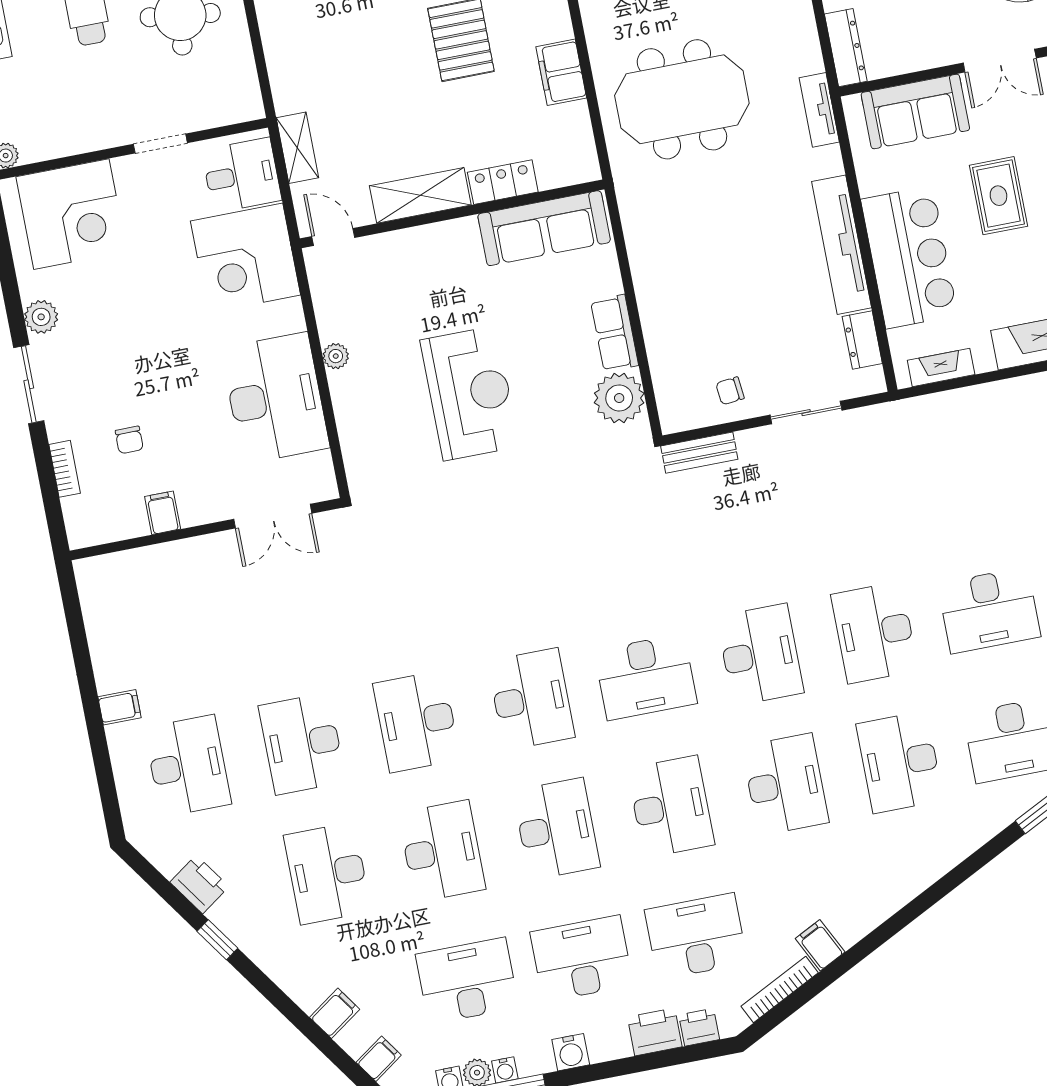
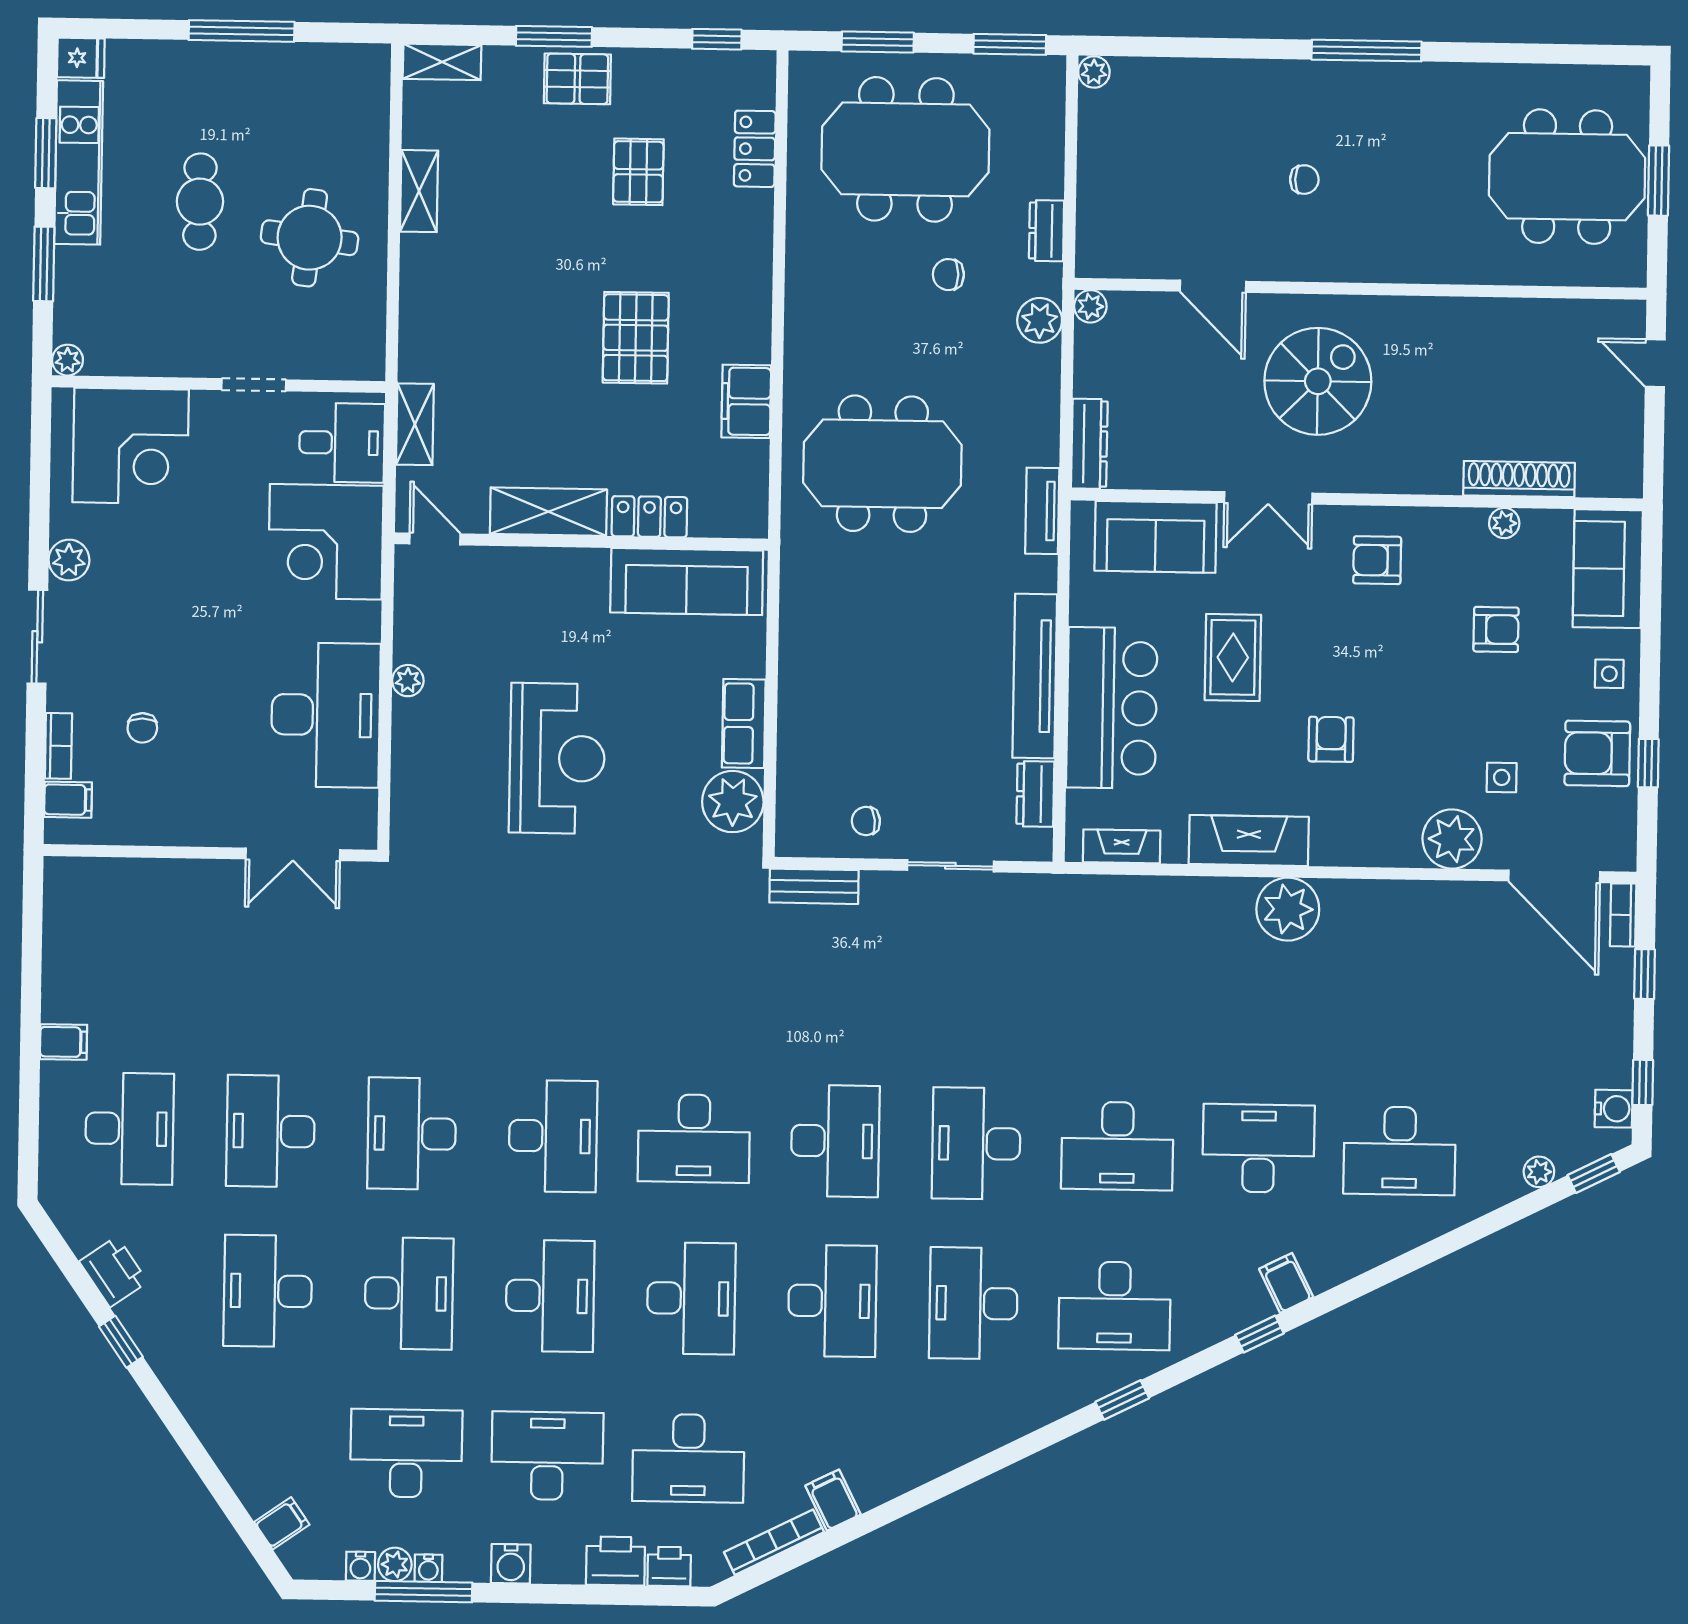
filing cabinet: (163, 513) -> (68, 800), moved, turned 90
desk: (696, 936) -> (688, 1458), turned 180
filing cabinet: (335, 1013) -> (241, 1458), removed

